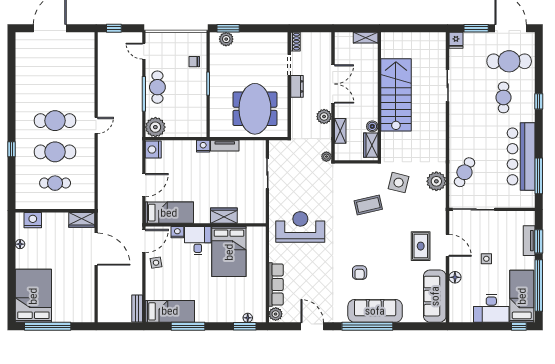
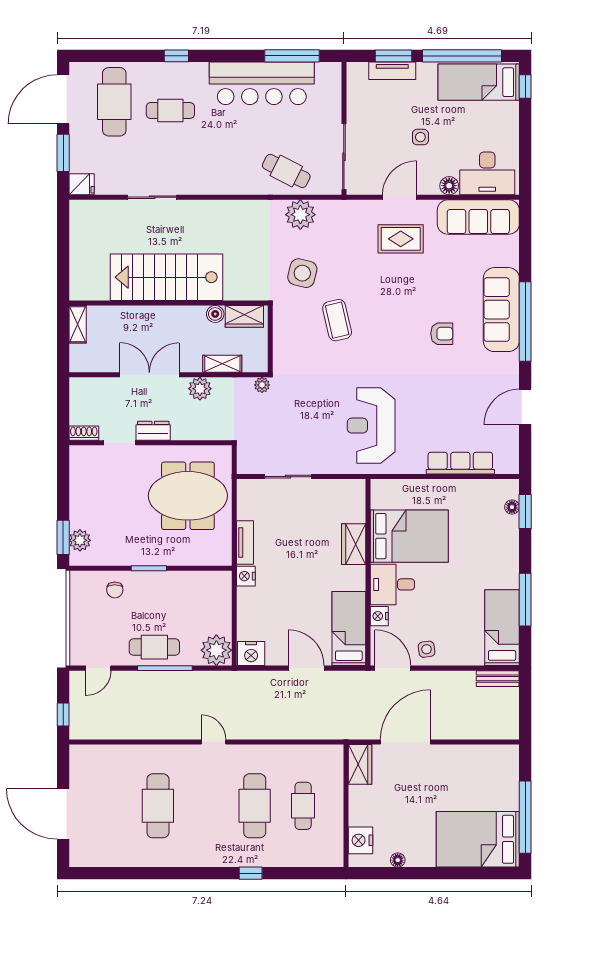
cafe table: (55, 121) -> (158, 806), moved
desk: (491, 309) -> (487, 173), moved, turned 90
plant: (276, 314) -> (506, 464), removed

